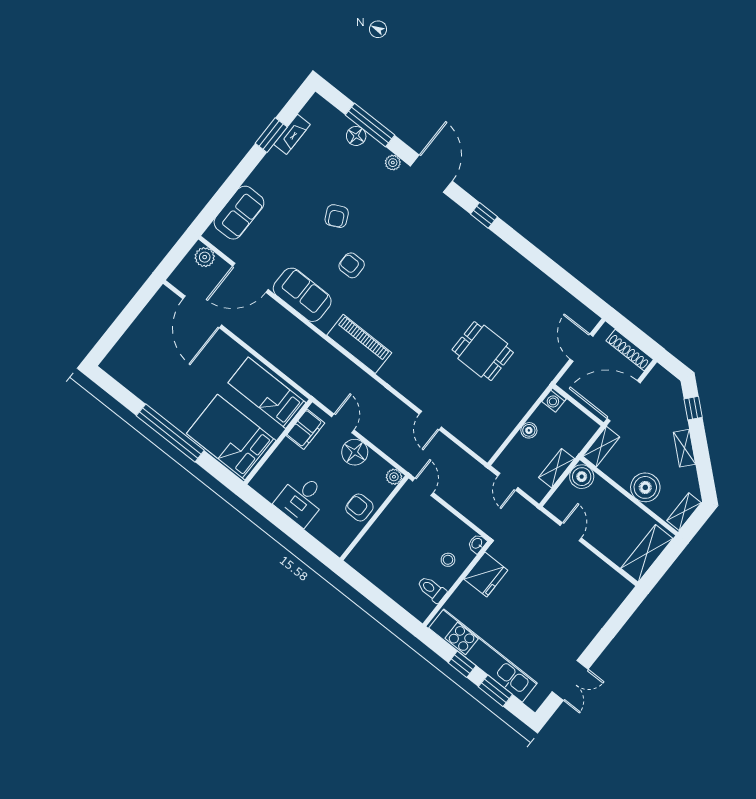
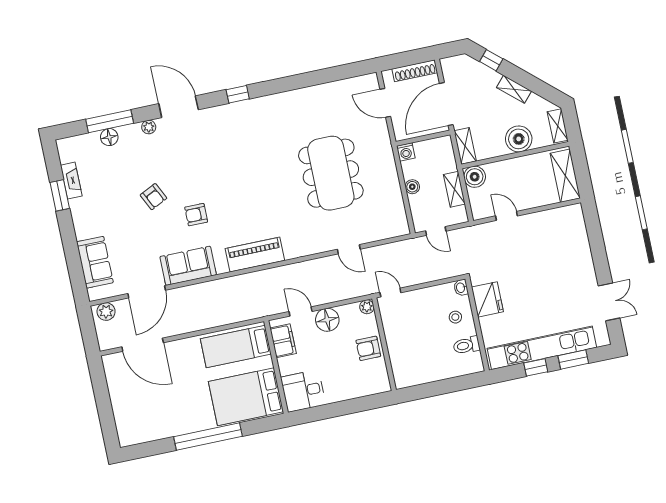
dining table: (483, 351) -> (331, 173), width x1.88, depth x1.24
desk: (301, 500) -> (303, 391), moved, turned 90

